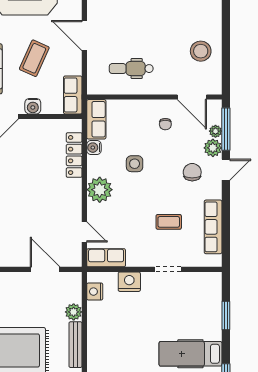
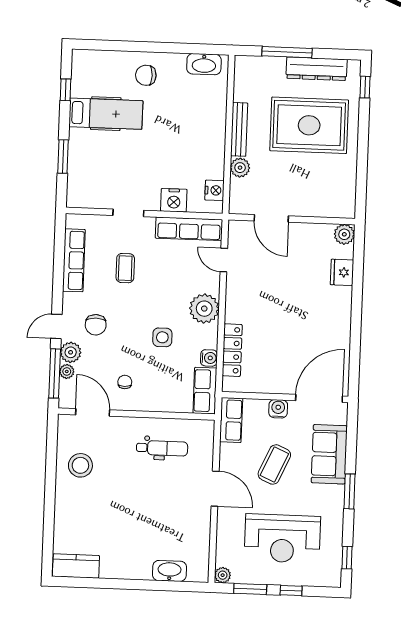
coffee table: (169, 222) -> (125, 268), turned 90
row of seats: (106, 258) -> (189, 229), width x1.48

